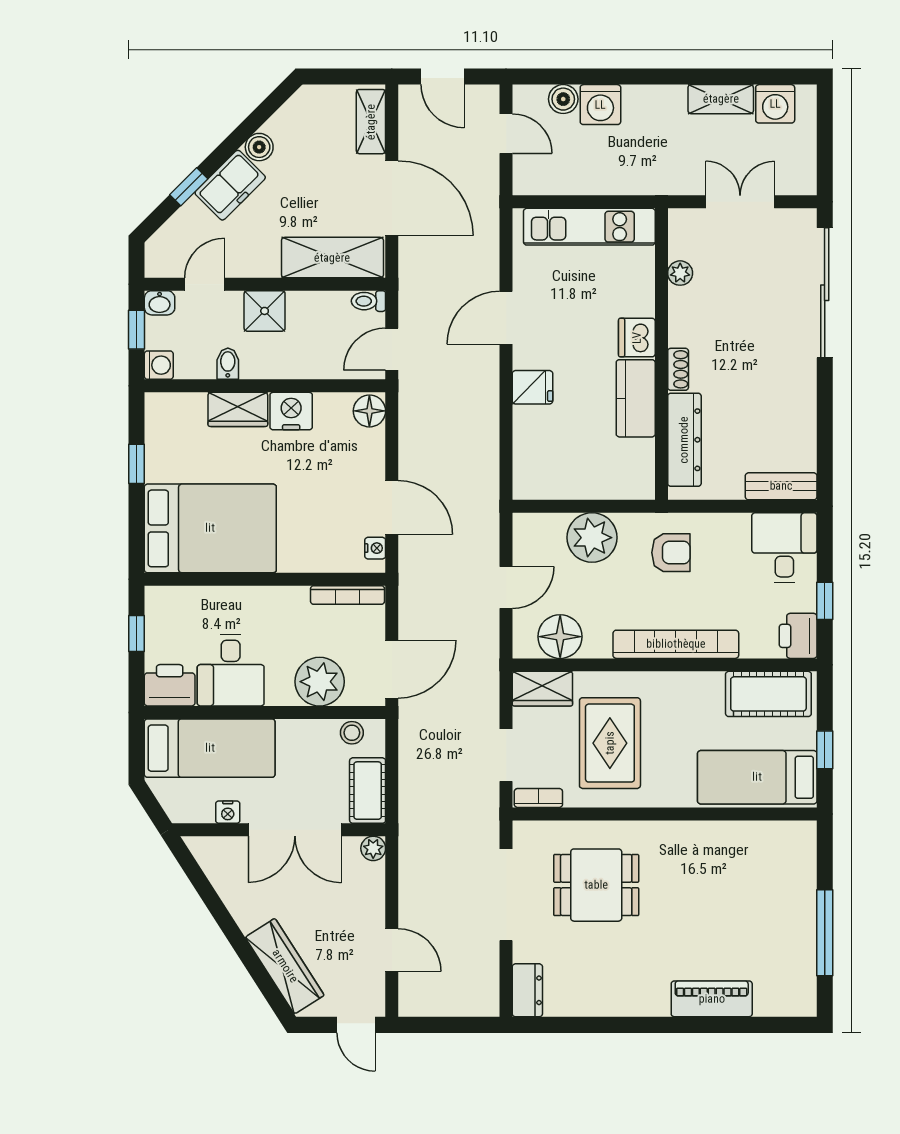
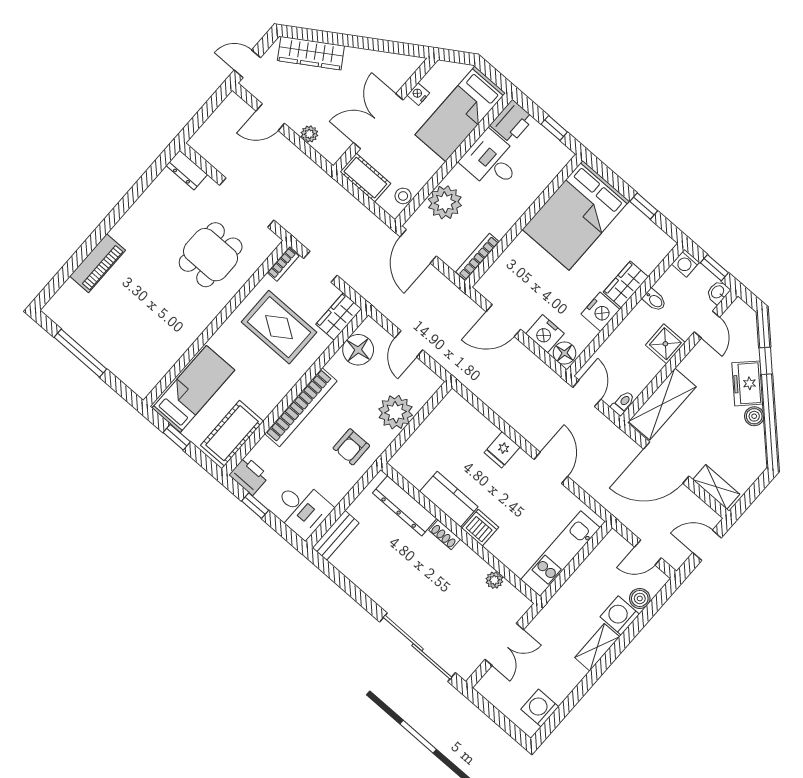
shelving: (721, 99) -> (597, 647), moved
nightstand: (375, 548) -> (545, 334), moved, width x1.89, depth x1.79
plant: (373, 848) -> (309, 134), moved

